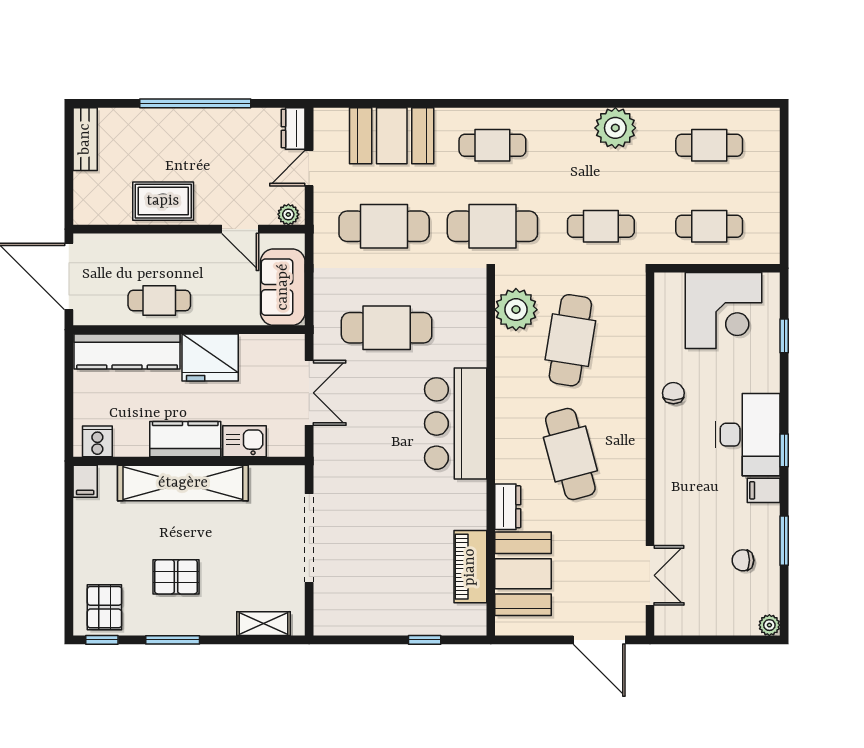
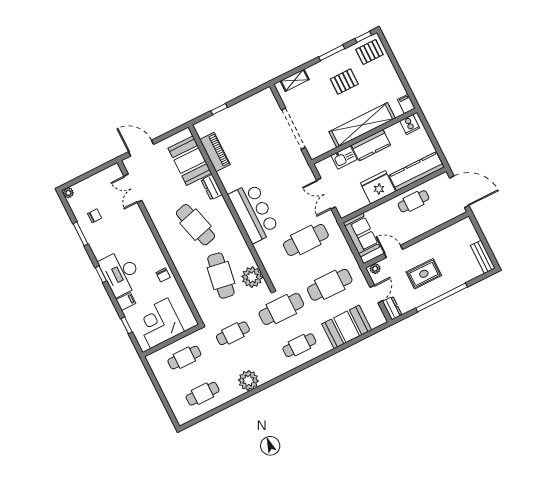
rug: (163, 201) -> (424, 274), moved
filing cabinet: (764, 490) -> (126, 301), moved
pallet: (104, 607) -> (369, 52), turned 90

